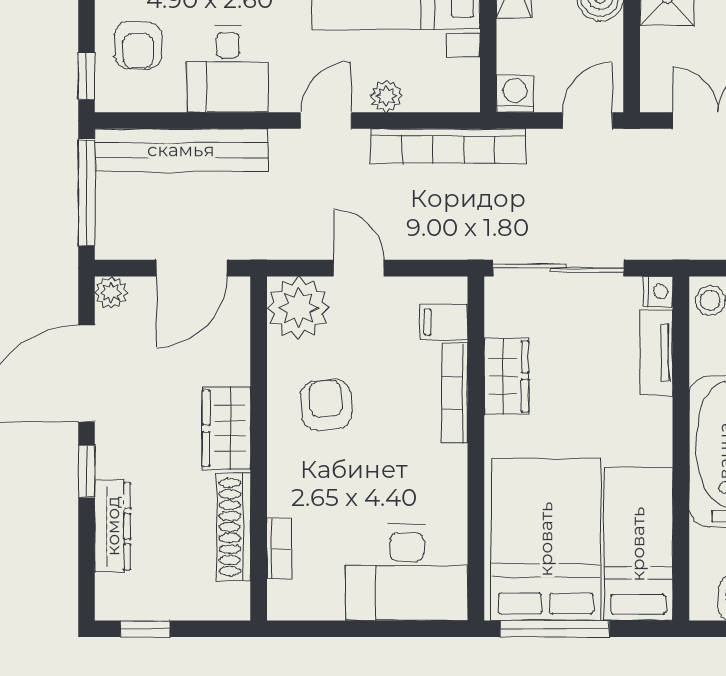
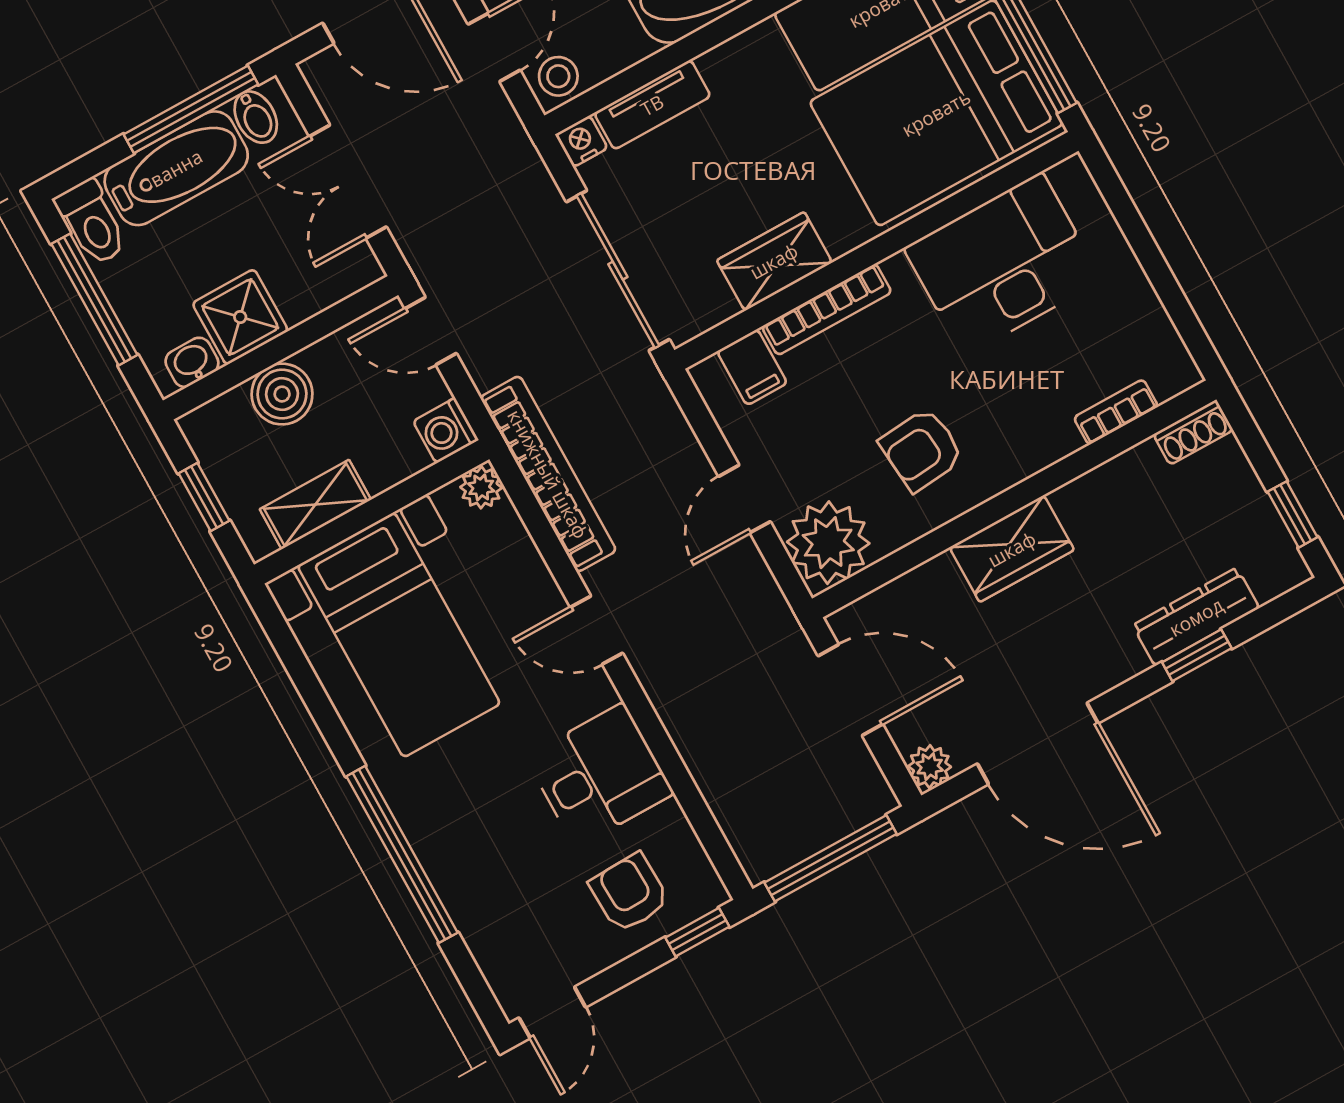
armchair: (138, 45) -> (629, 893), turned -92
plant: (386, 96) -> (481, 487), moved
bench: (181, 150) -> (722, 777), removed
window: (87, 471) -> (1197, 655), moved
shoe rack: (234, 527) -> (1193, 432), moved, width x0.51, depth x0.81
desk: (407, 573) -> (1003, 264), moved, turned -90

